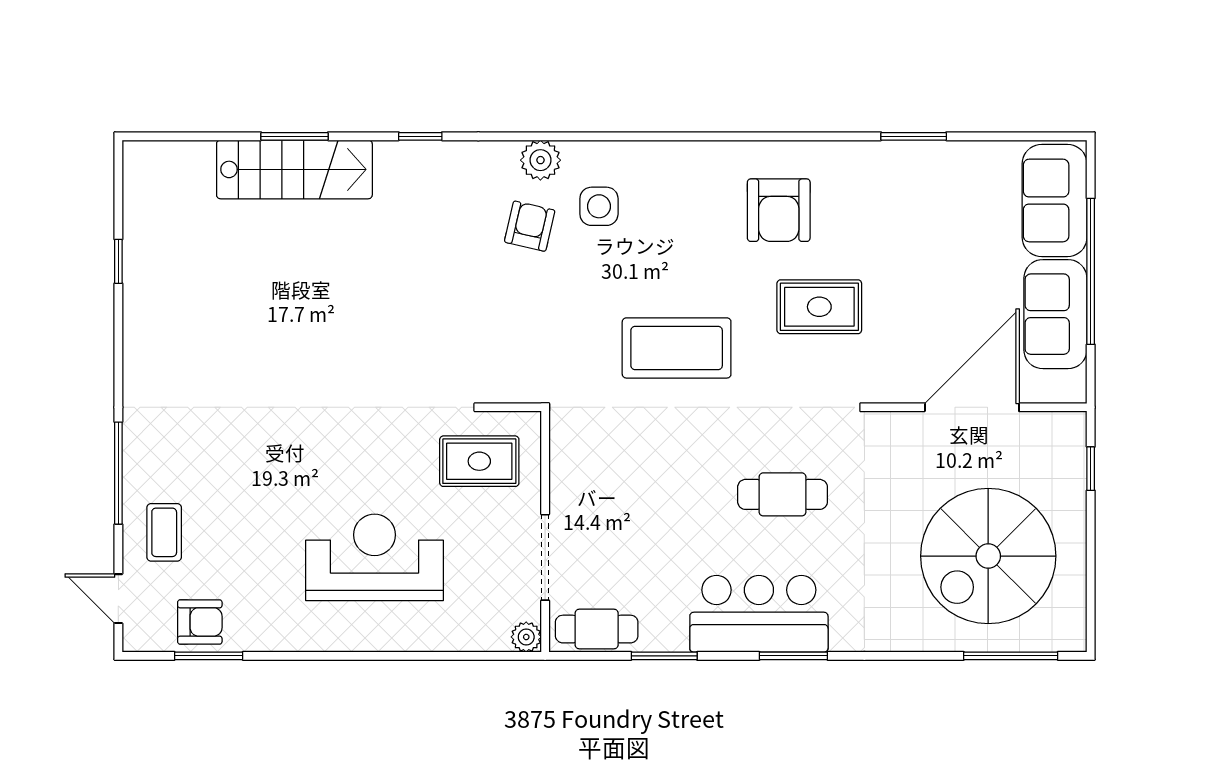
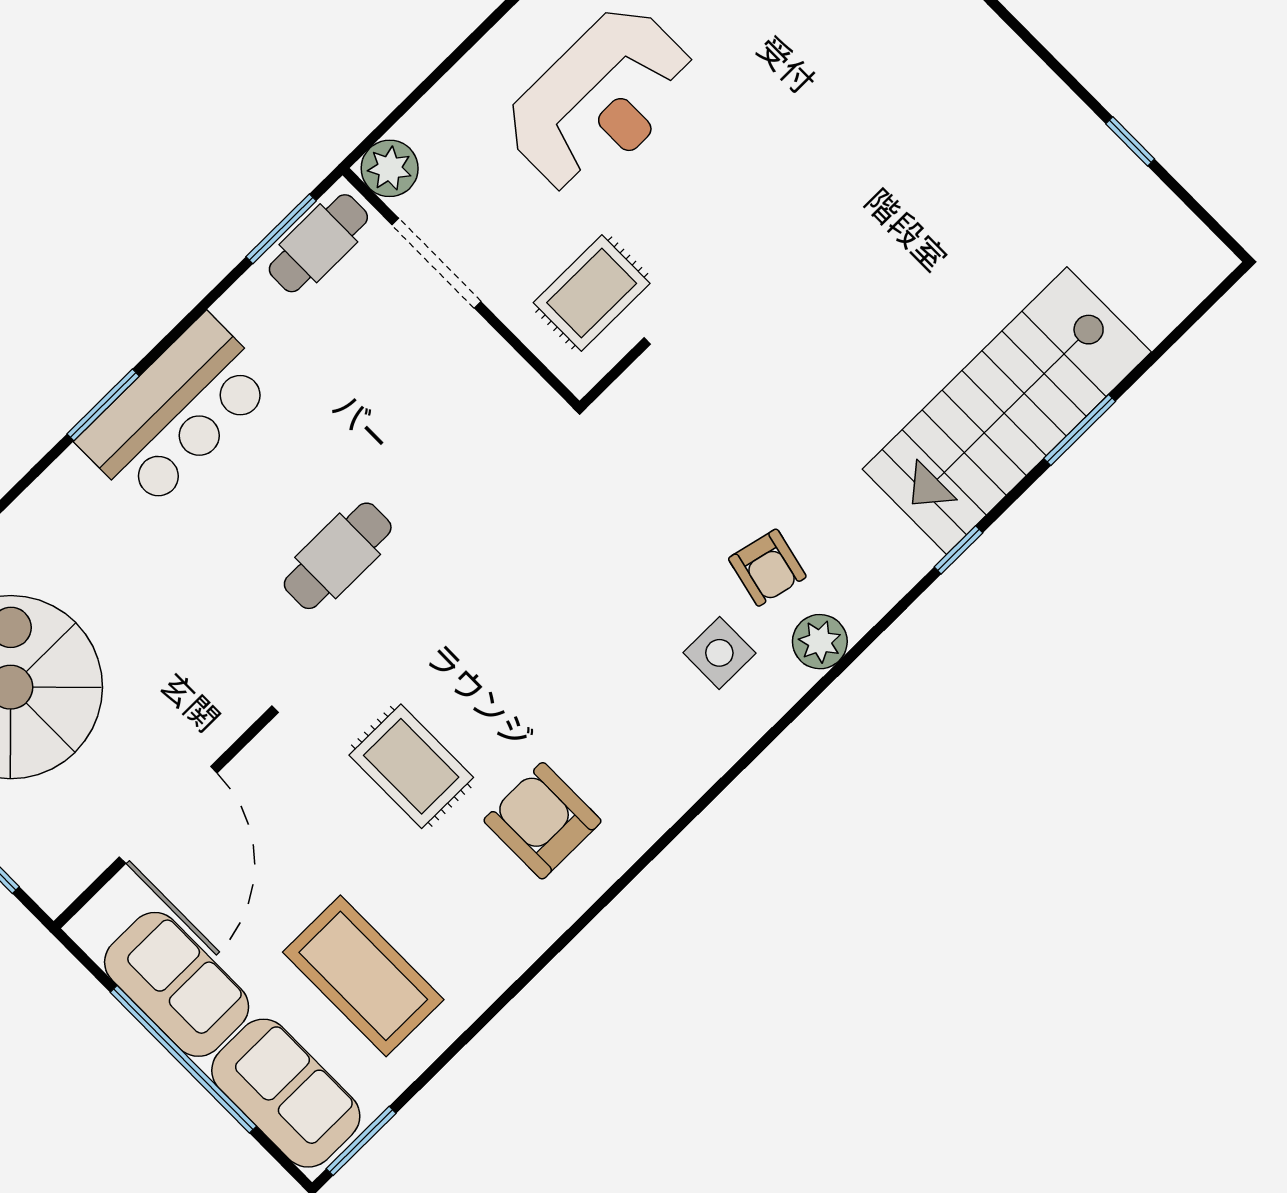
window: (914, 136) -> (361, 1141), moved
stairs: (294, 169) -> (1007, 411), width x1.36, depth x1.51
rug: (819, 307) -> (411, 766), turned 90
coffee table: (677, 348) -> (363, 976), moved, turned 90
cafe table: (783, 494) -> (338, 556), moved
plant: (526, 637) -> (390, 168), width x1.38, depth x1.38
window: (664, 656) -> (281, 229), moved

